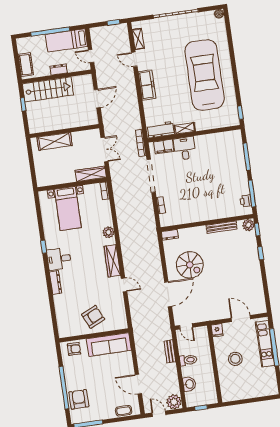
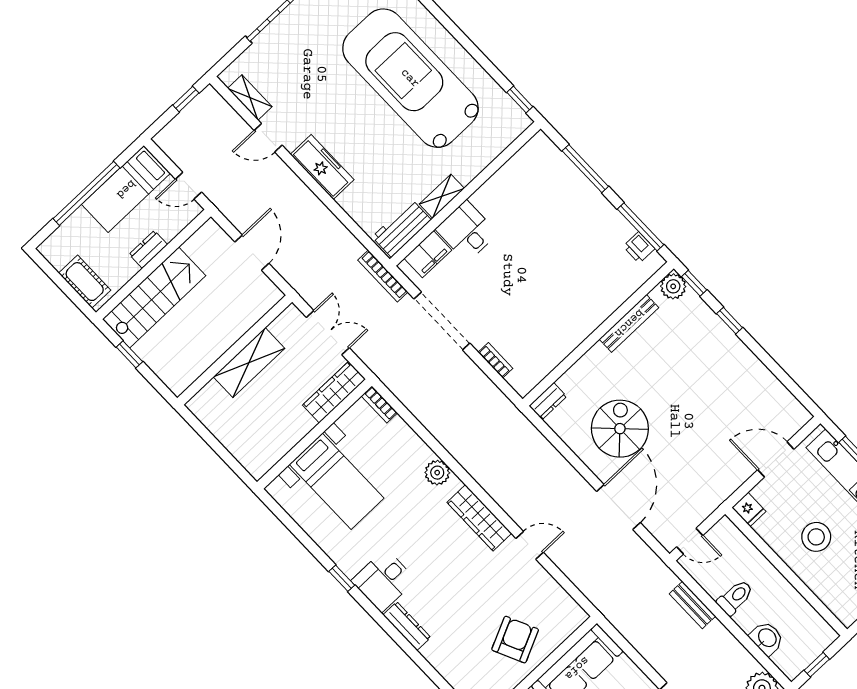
shelving: (55, 141) -> (249, 363), moved
spiral stairs: (190, 265) -> (620, 429), turned -90

